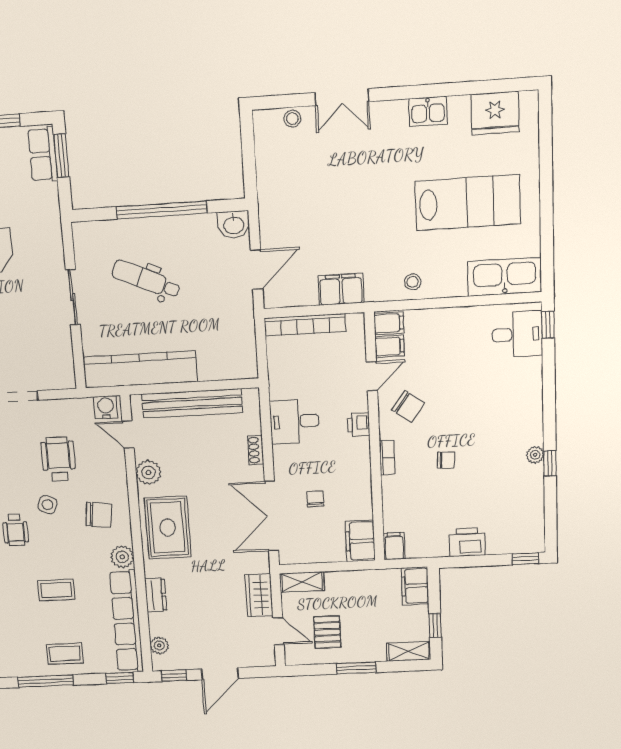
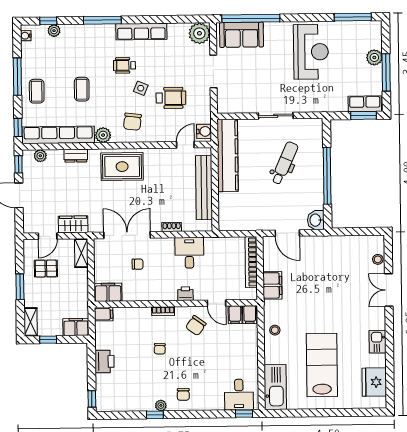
lab bench: (468, 202) -> (322, 365), turned 180
chair: (518, 421) -> (183, 394), added
plant: (148, 472) -> (160, 156), removed

